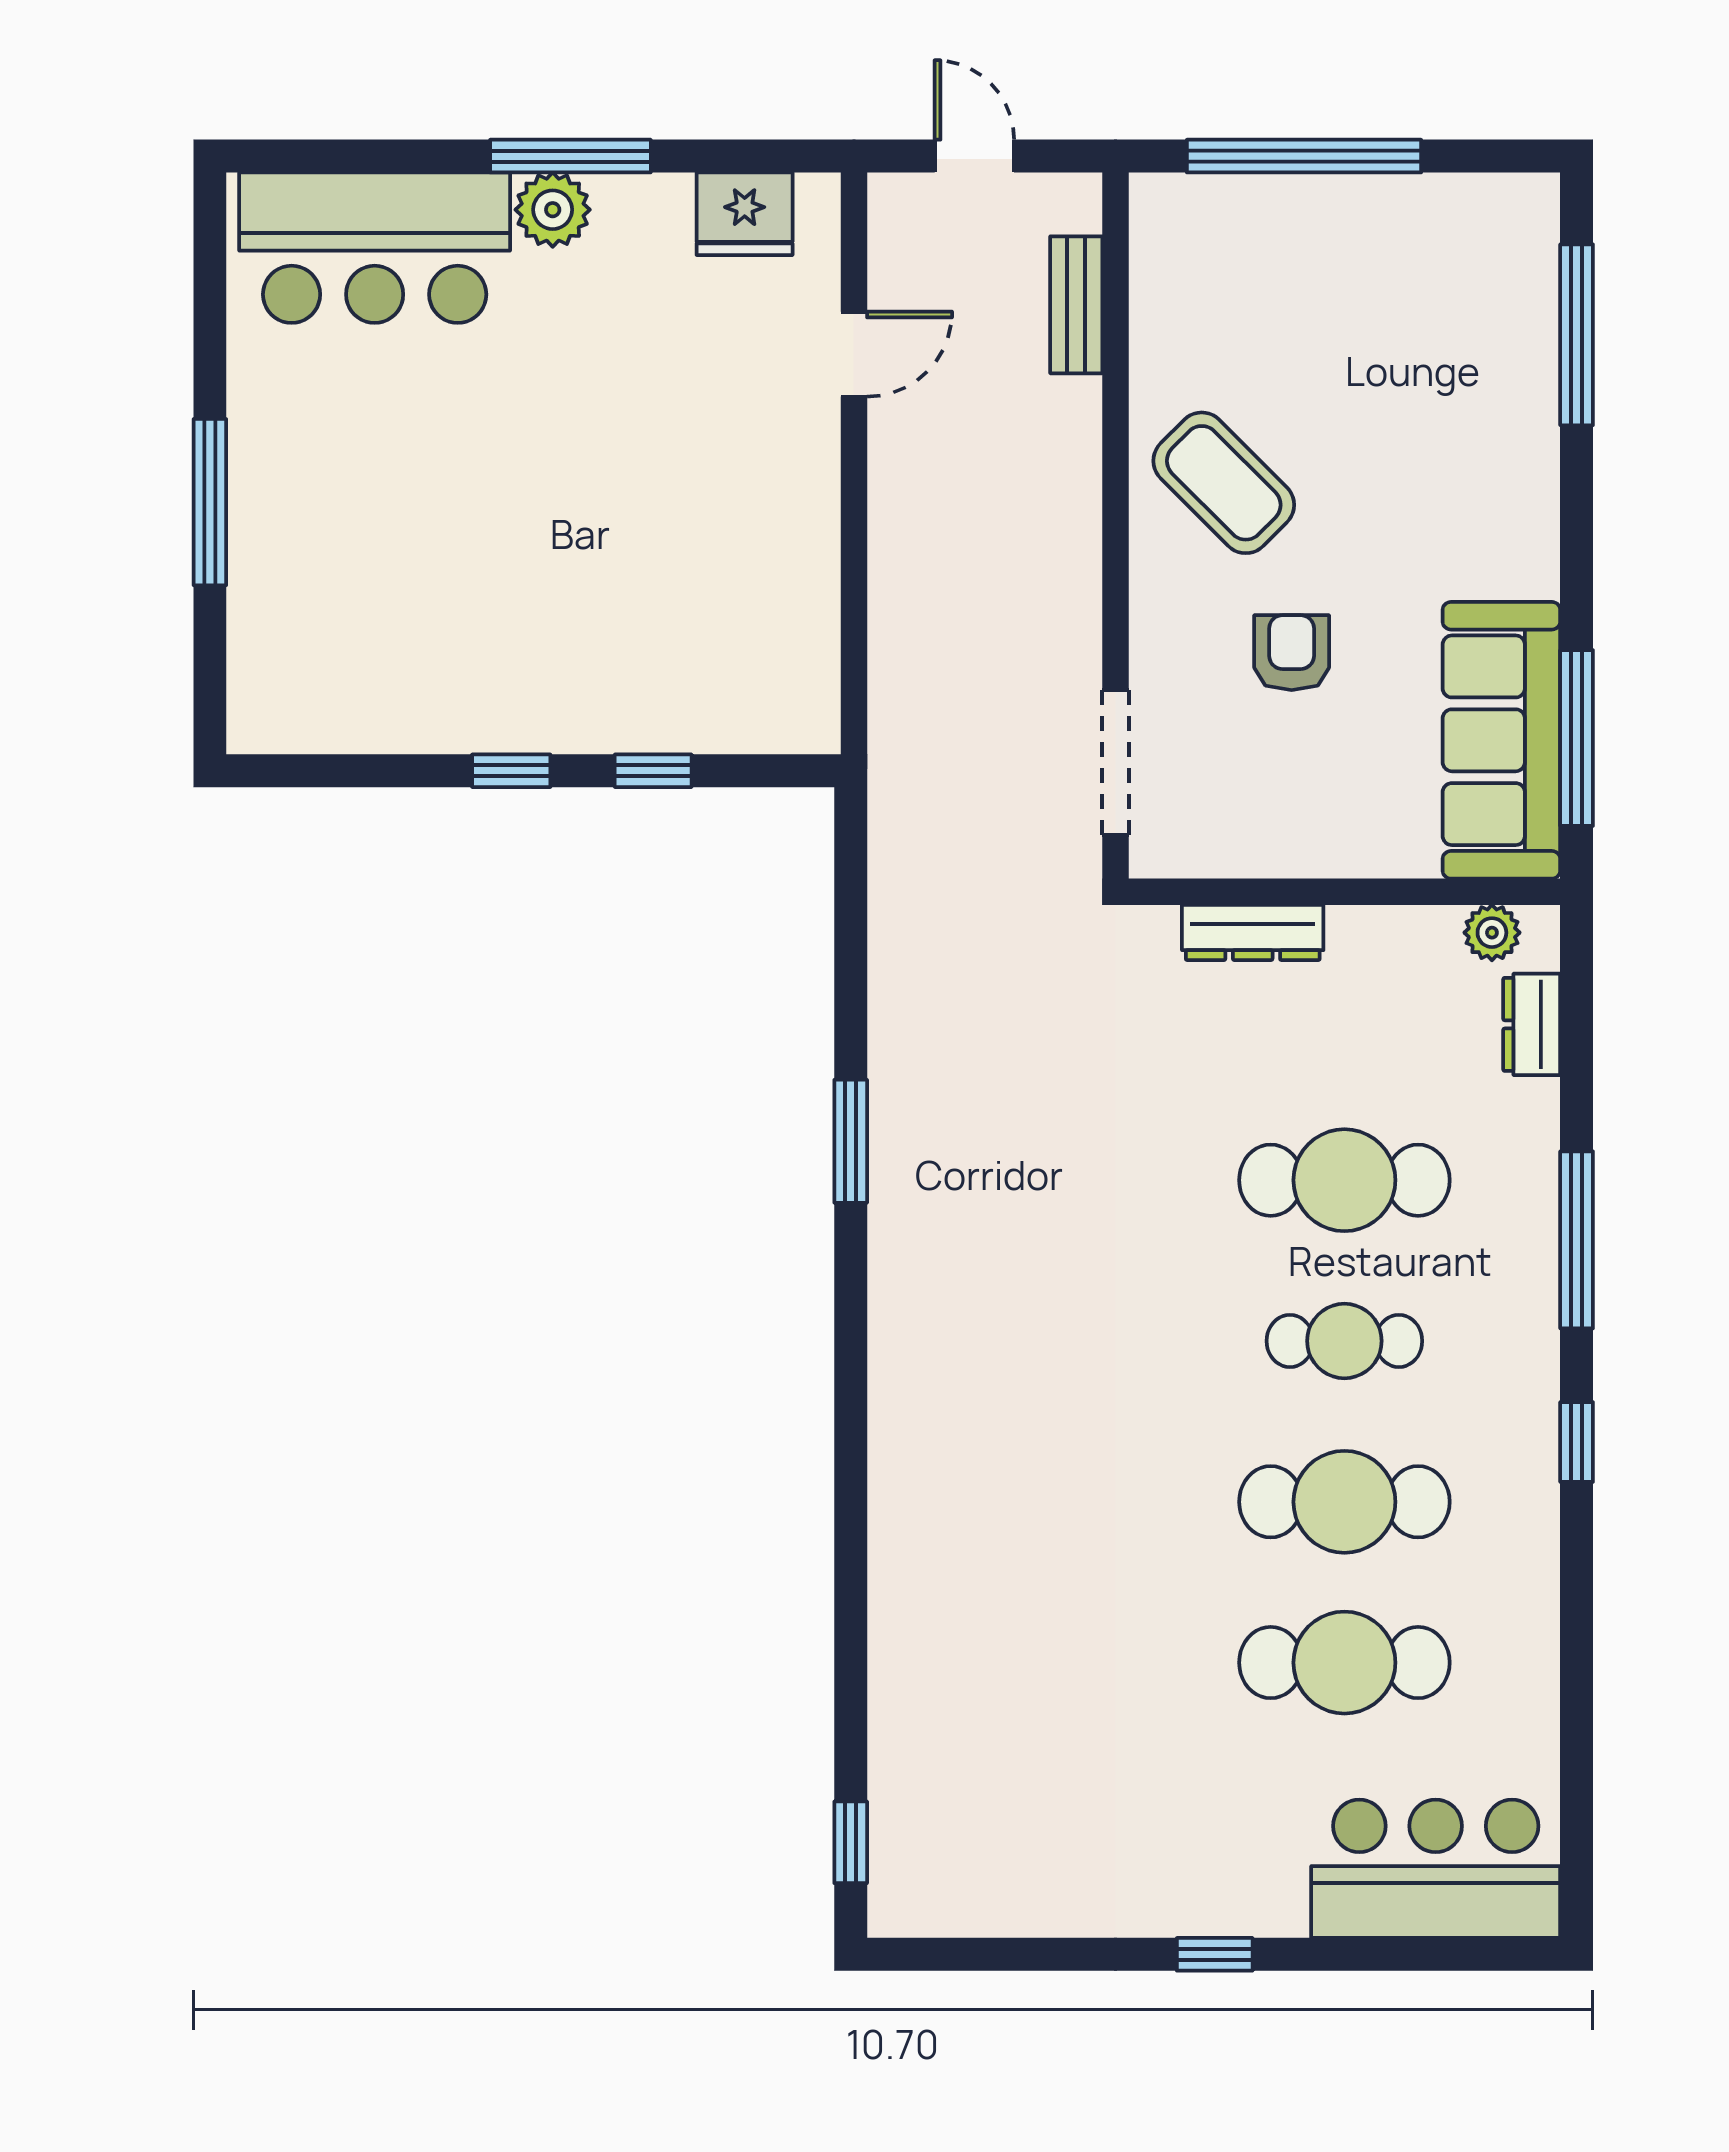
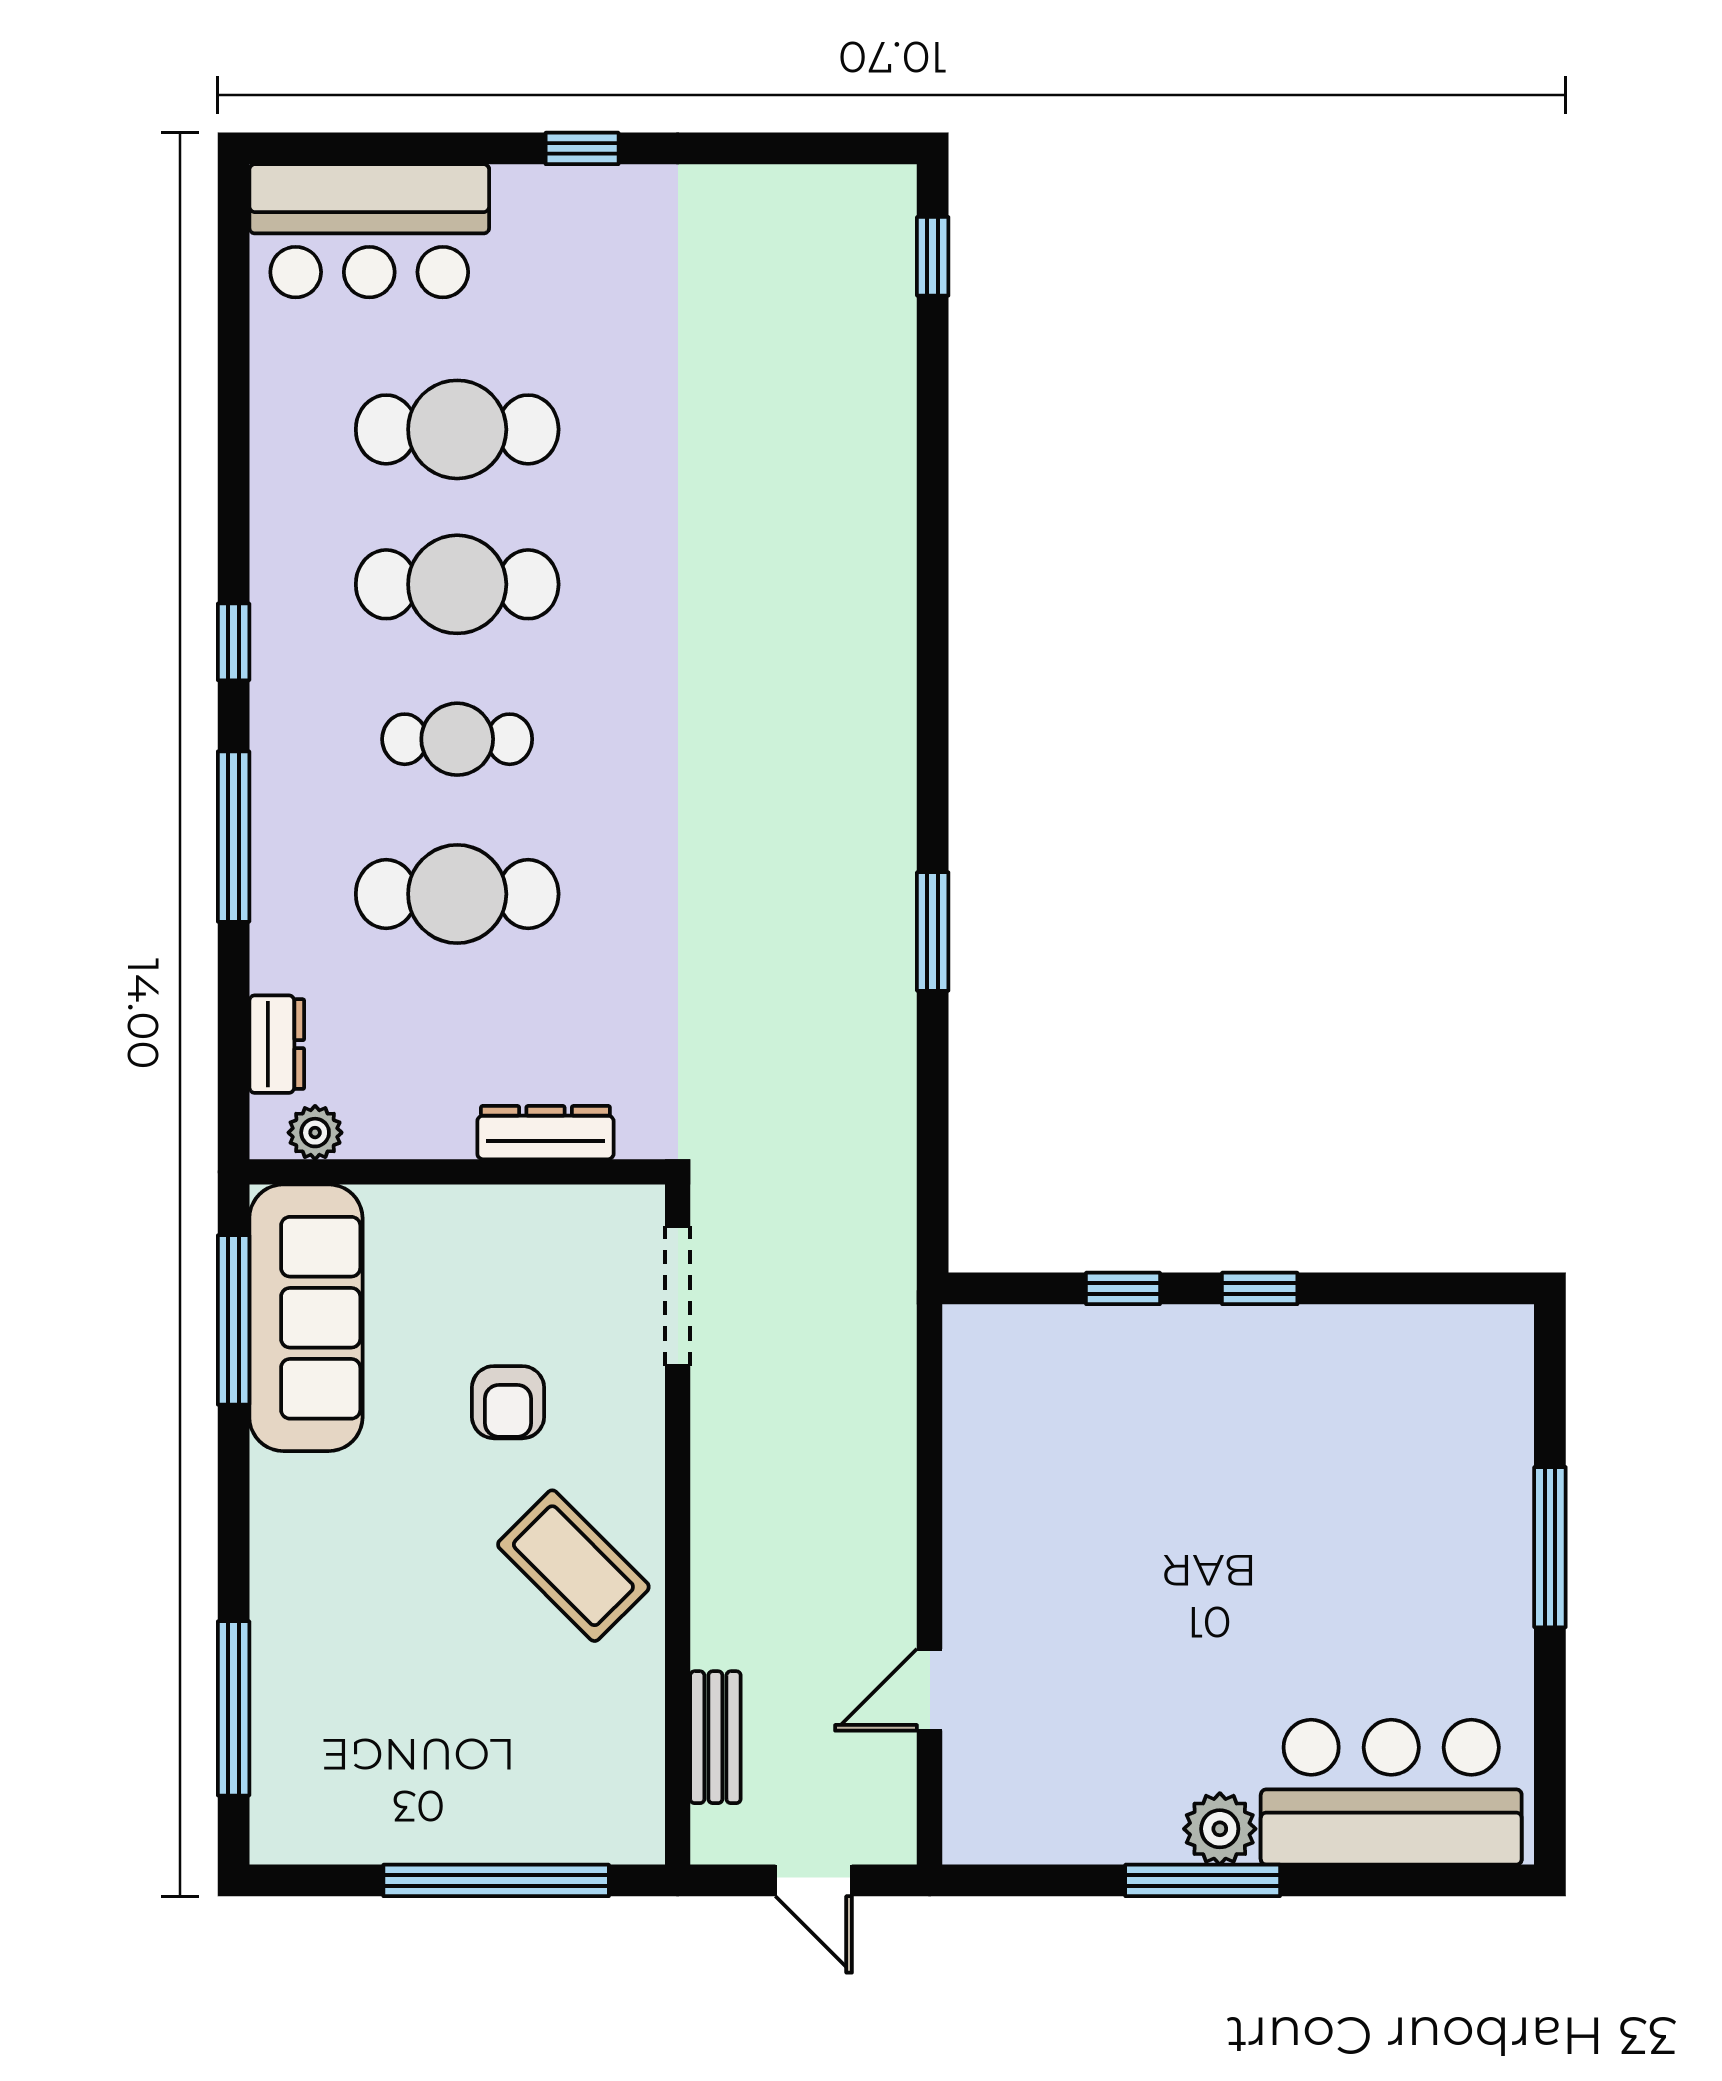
fridge: (745, 214) -> (1035, 1825), removed

